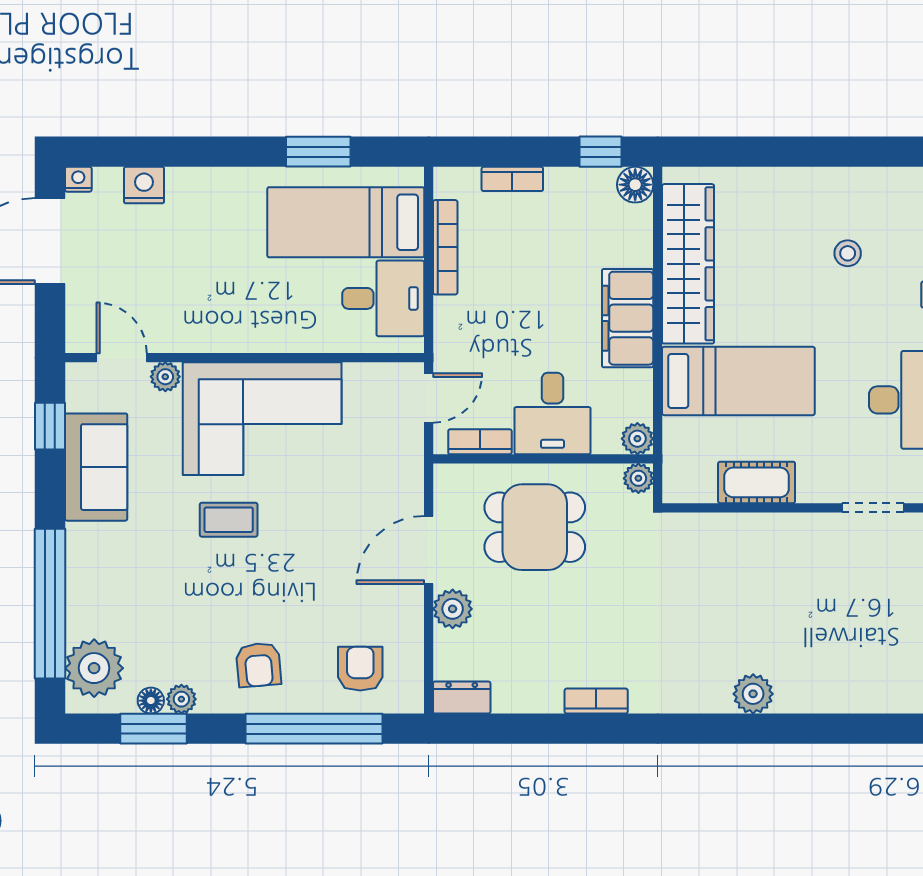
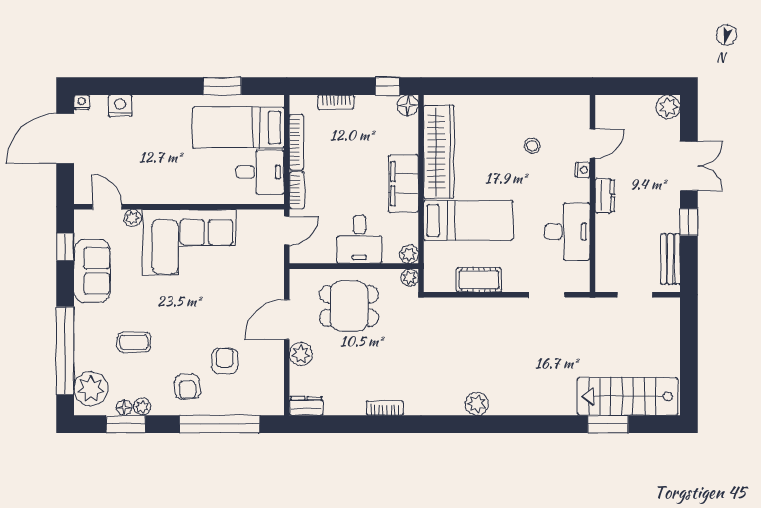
bookcase: (480, 442) -> (297, 190), moved, turned 90
coffee table: (229, 520) -> (134, 342), moved
armchair: (360, 669) -> (225, 361), moved

